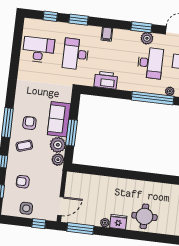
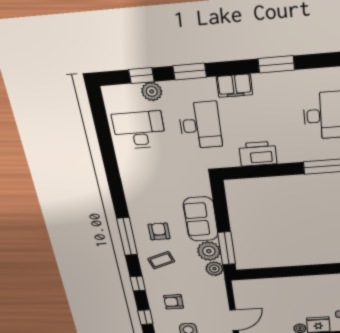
window: (141, 27) -> (276, 64), moved
filing cabinet: (107, 34) -> (234, 86), width x2.00
plant: (147, 38) -> (152, 91), moved
desk: (76, 54) -> (200, 125), turned 180
window: (71, 133) -> (227, 248), moved

